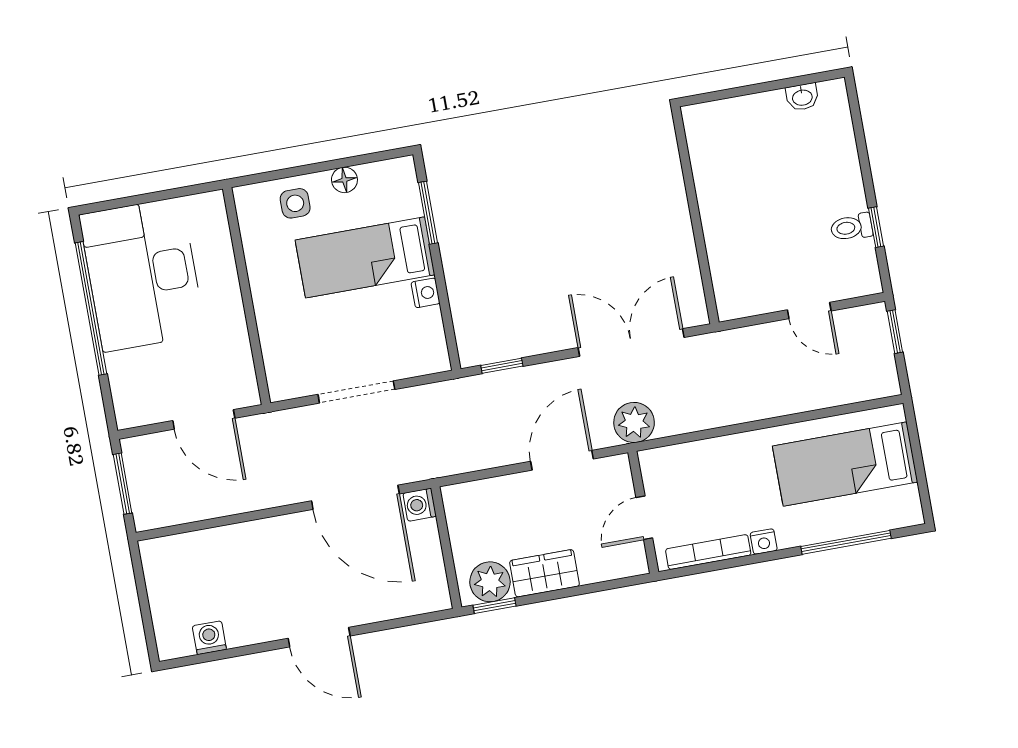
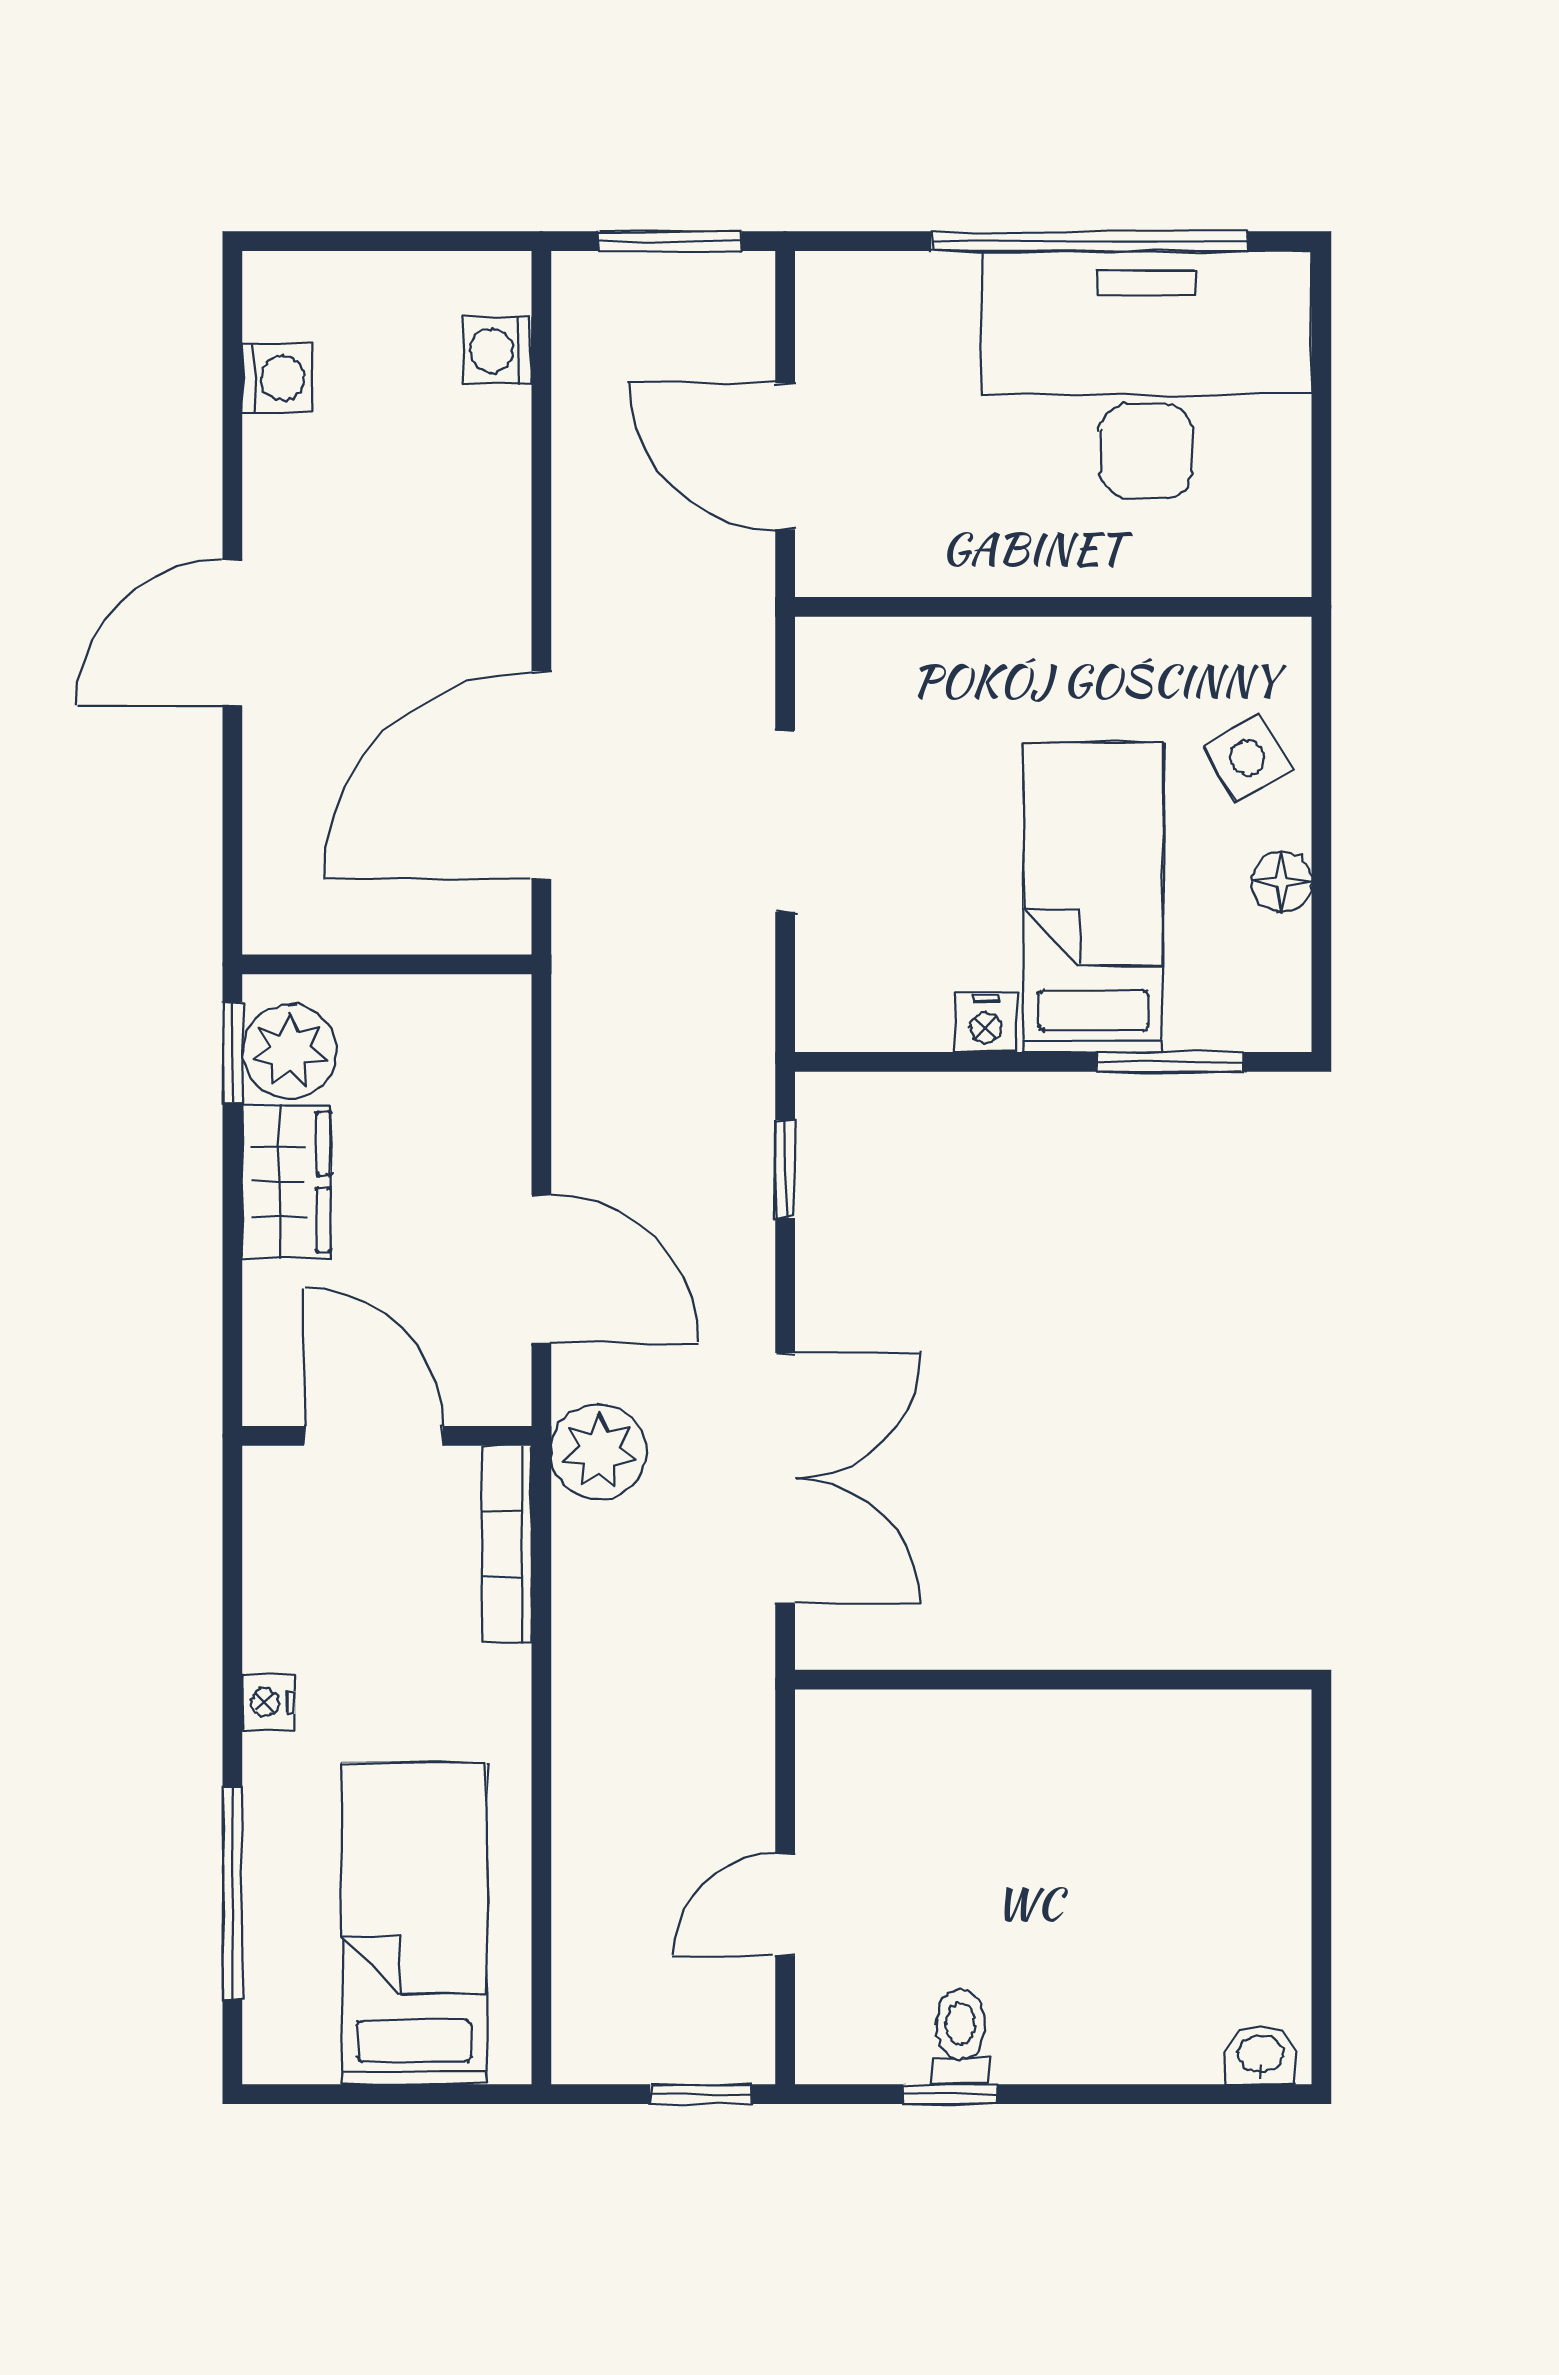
washbasin: (802, 97) -> (1260, 2055), moved, turned 90
side table: (295, 203) -> (1248, 758), turned -30
door: (204, 419) -> (785, 456), hinge flipped
washing machine: (420, 505) -> (497, 351), moved, turned -90
door: (644, 518) -> (373, 1436), width x1.38
bookcase: (708, 552) -> (506, 1544), moved, turned 180

